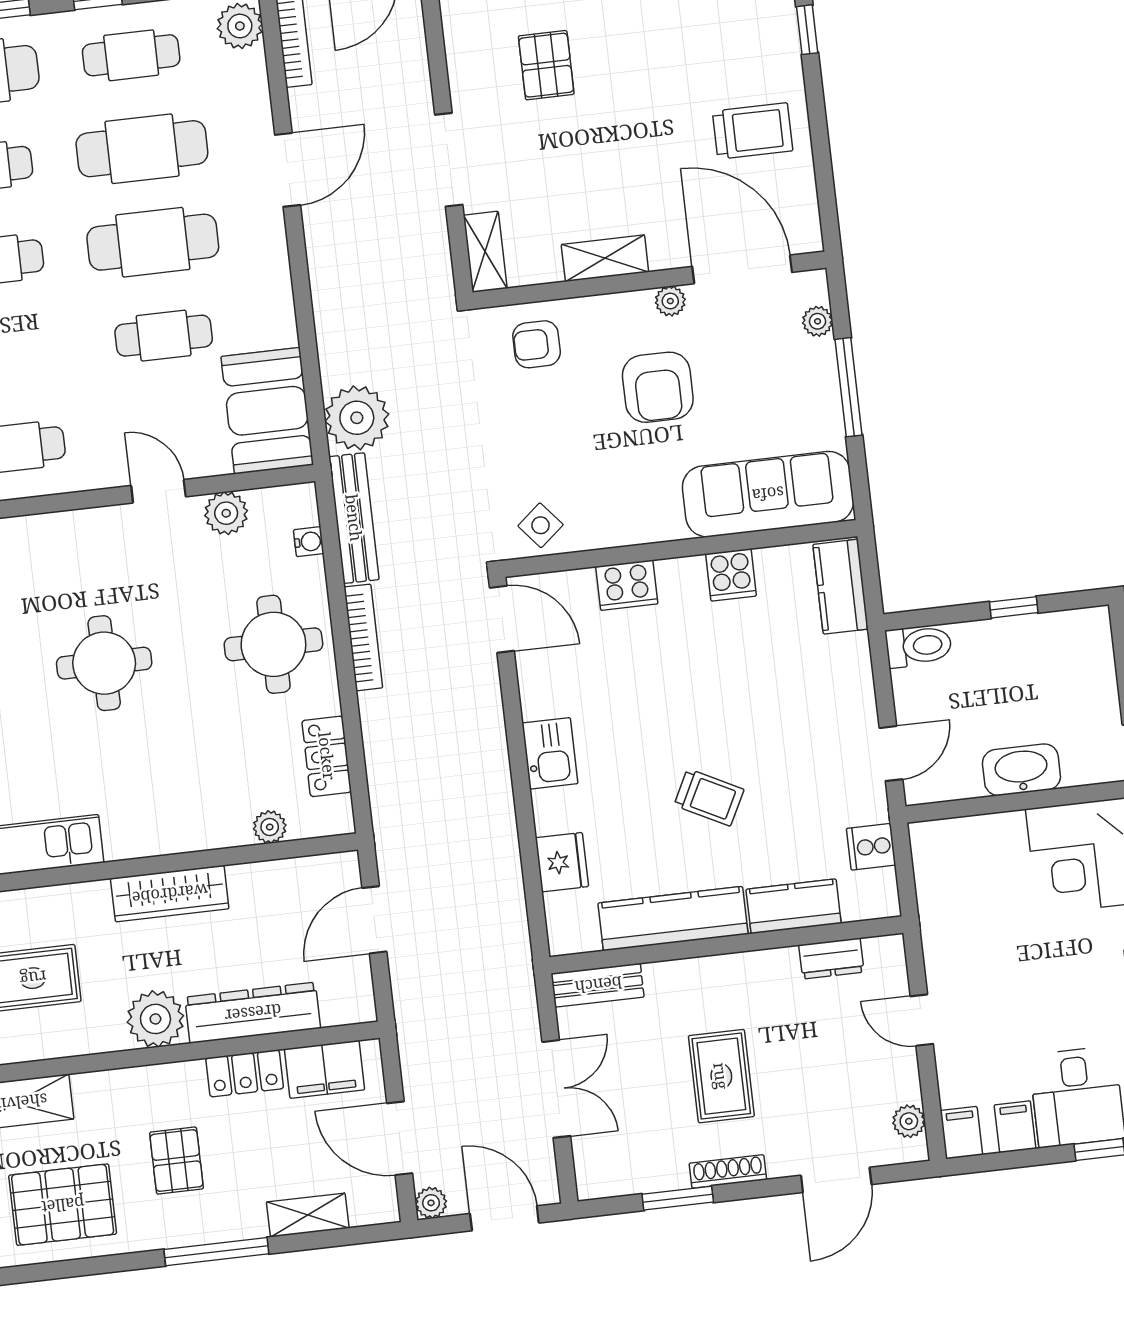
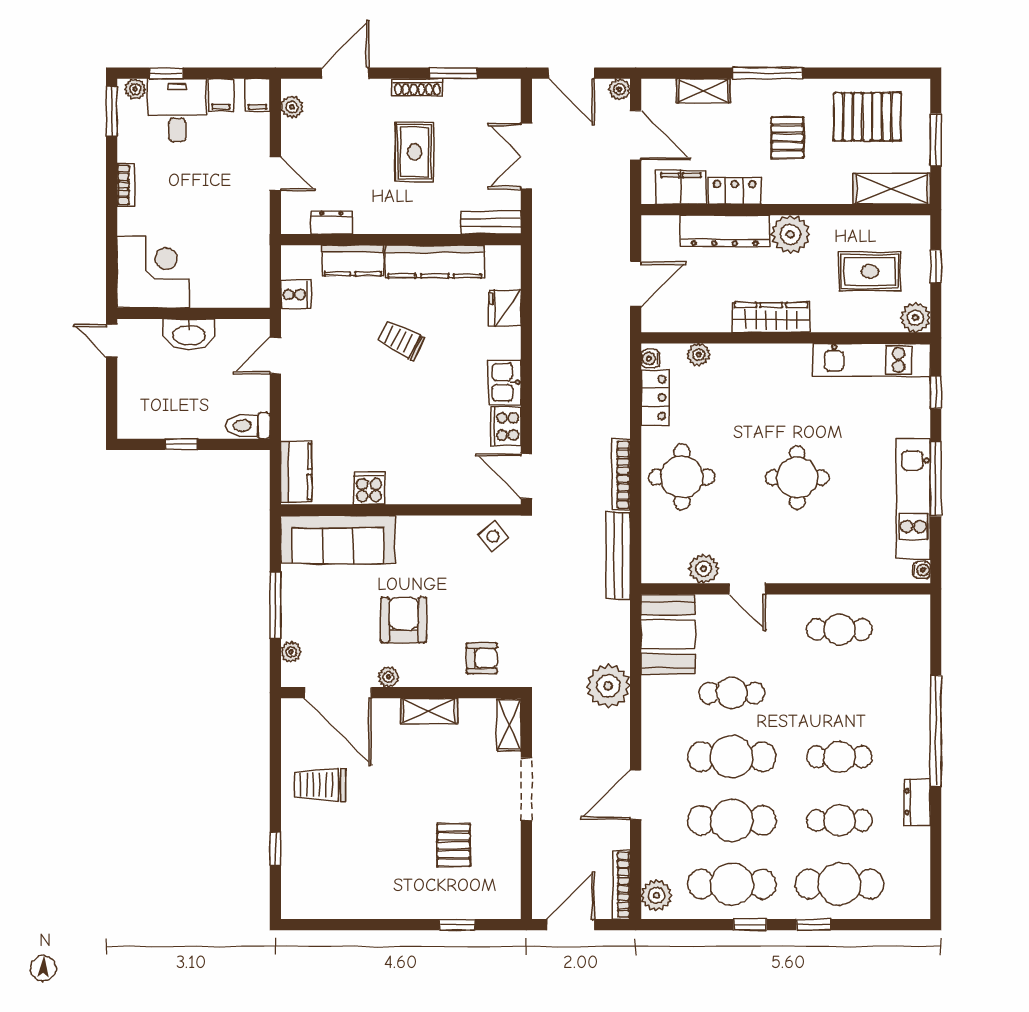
cafe table: (131, 55) -> (732, 884), width x1.37, depth x1.35
plant: (357, 418) -> (608, 686), moved
water cooler: (309, 542) -> (650, 359), moved
cooker: (627, 585) -> (506, 427), moved, turned -90

